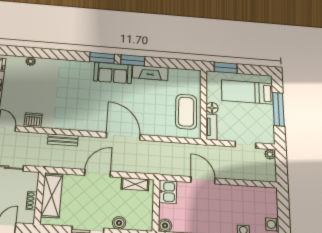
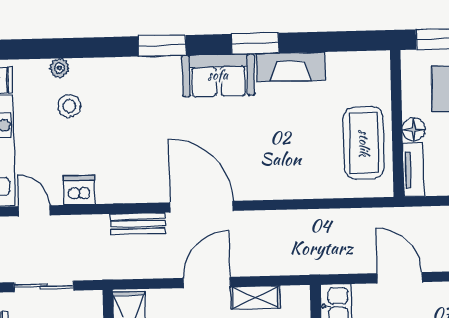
window: (102, 58) -> (162, 46), moved
stool: (33, 79) -> (69, 106), added
door: (123, 136) -> (202, 207), moved
shelving: (135, 184) -> (255, 297), moved

